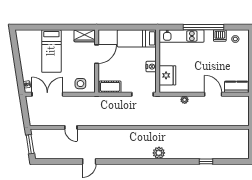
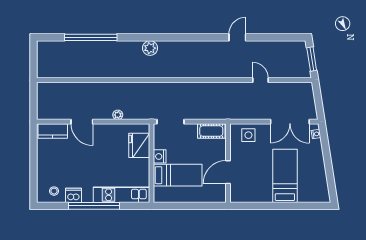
wardrobe: (85, 36) -> (243, 195), removed
bed: (137, 38) -> (178, 175), moved
window: (206, 161) -> (91, 37), width x3.17

